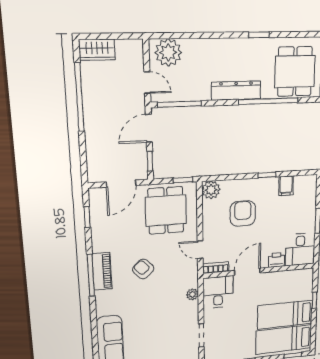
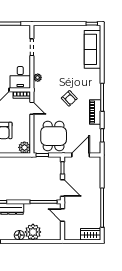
floor lamp: (218, 46) -> (19, 235), added
plant: (168, 53) -> (33, 232), moved
door: (149, 128) -> (62, 188), hinge flipped
piano: (102, 271) -> (95, 112), moved

